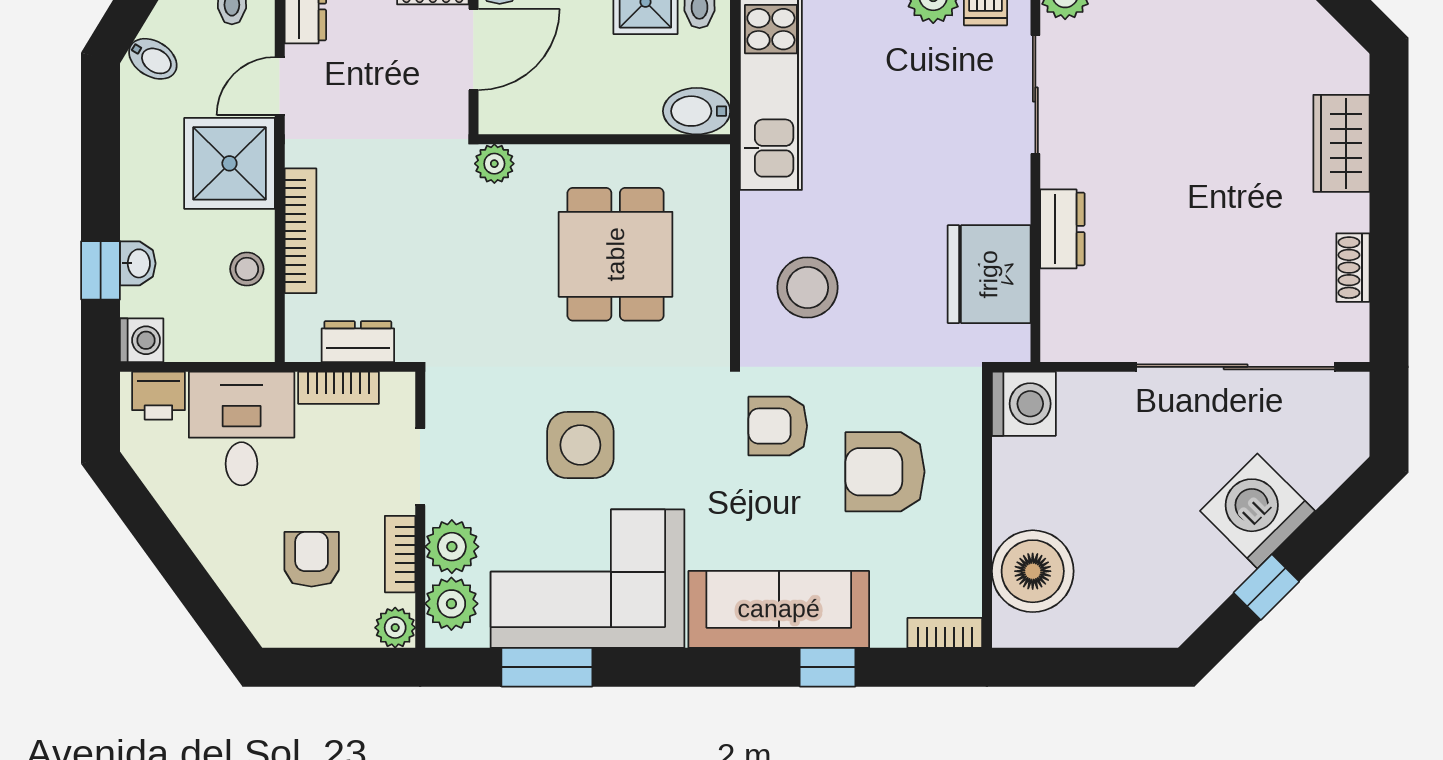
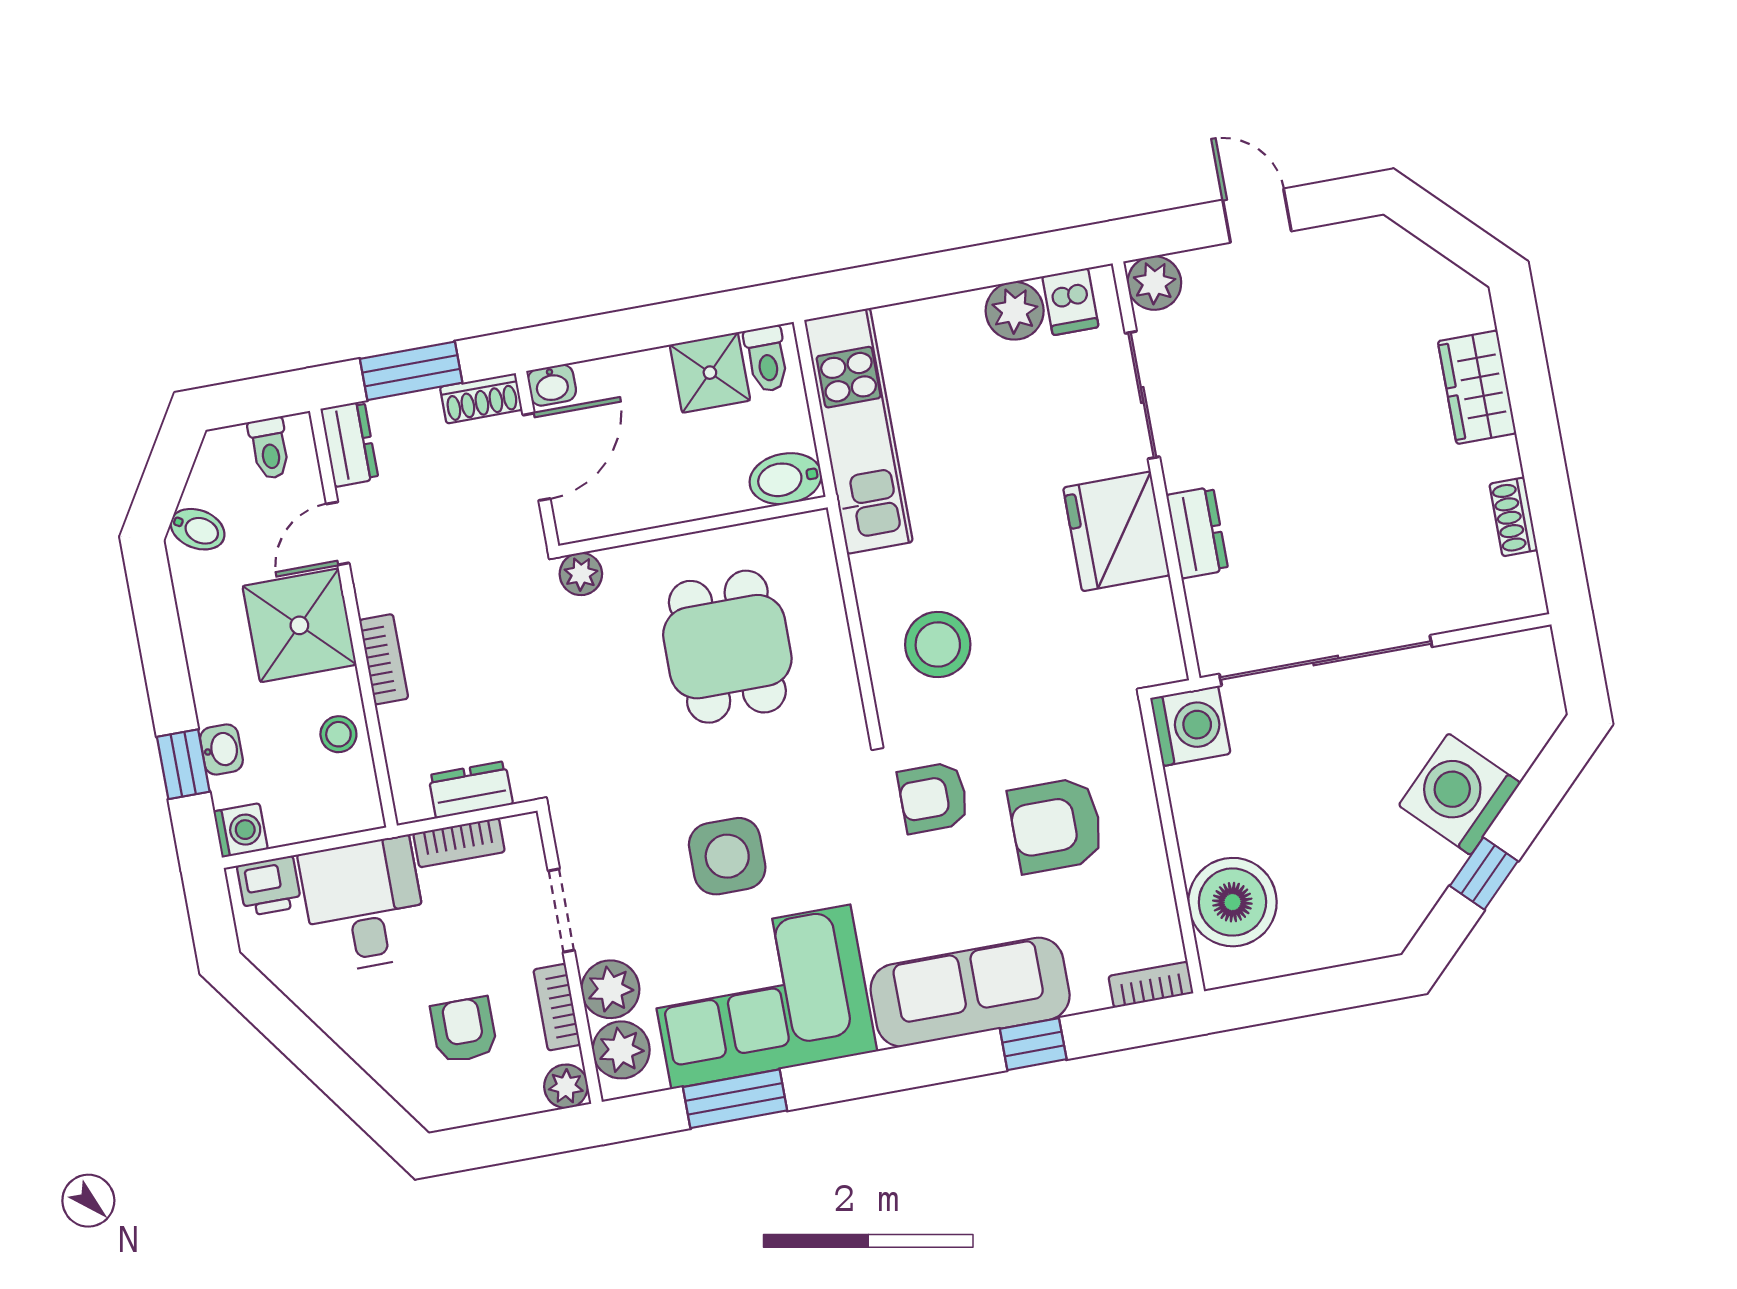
bookcase: (301, 231) -> (384, 659), width x0.64
fridge: (989, 274) -> (1116, 531), moved
sliding door: (1236, 367) -> (1326, 660), moved

